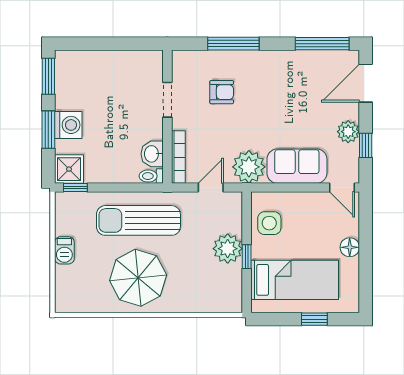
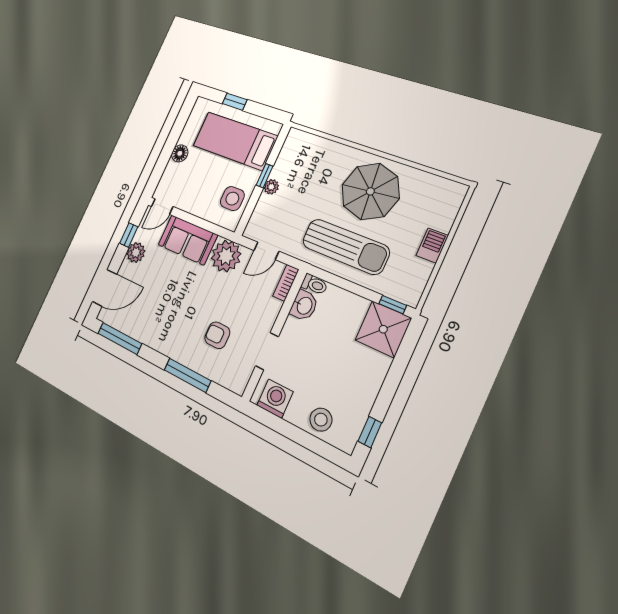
stool: (93, 66) -> (321, 420), added
window: (48, 76) -> (370, 432), width x0.67
washing machine: (68, 125) -> (275, 399), moved, turned 90
window: (48, 130) -> (394, 376), removed
bookcase: (178, 157) -> (286, 283), width x0.64
shower: (69, 169) -> (383, 329), width x1.36, depth x1.36
door: (342, 188) -> (162, 207), swing flipped
plant: (228, 249) -> (271, 187), width x0.53, depth x0.53

